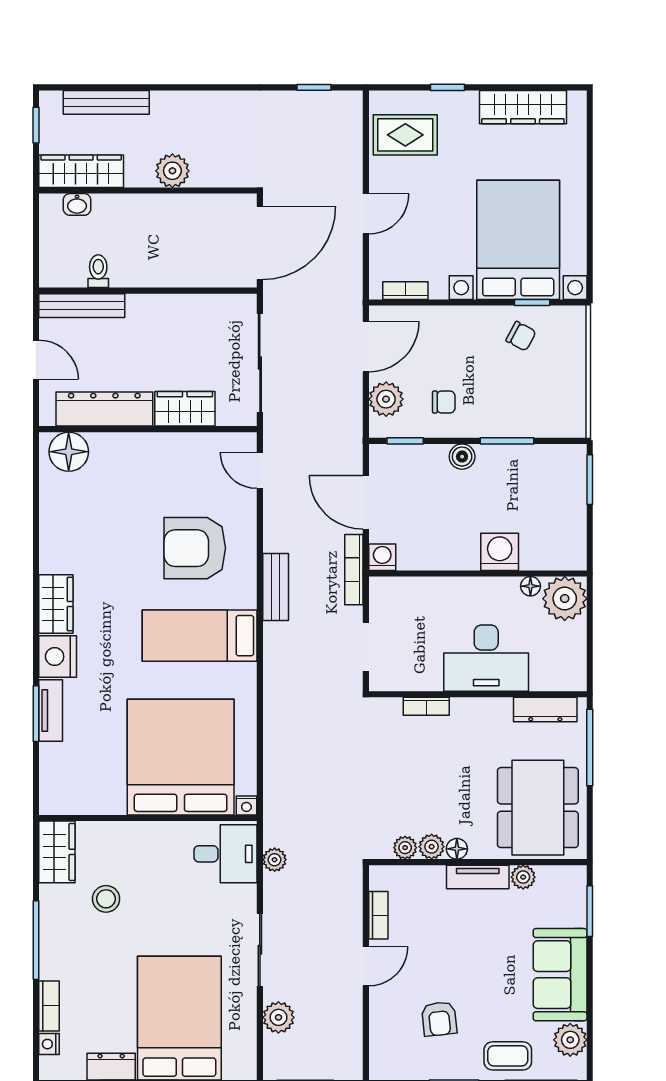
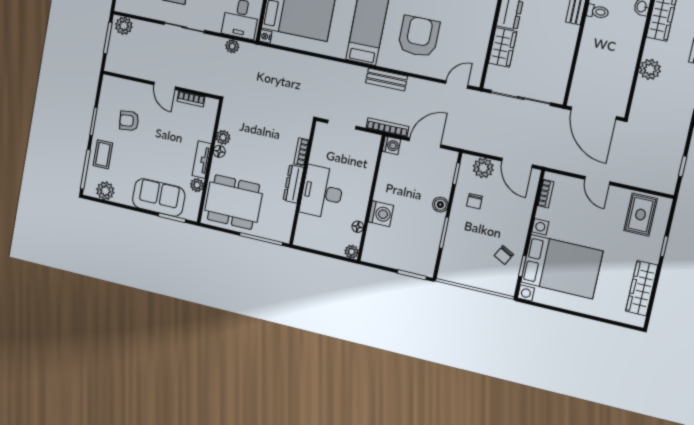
plant: (565, 599) -> (352, 252), width x0.53, depth x0.53
dresser: (545, 710) -> (293, 184), moved
plant: (405, 848) -> (225, 122), removed
sofa: (560, 975) -> (159, 198), moved
plant: (278, 1017) -> (124, 26), moved

